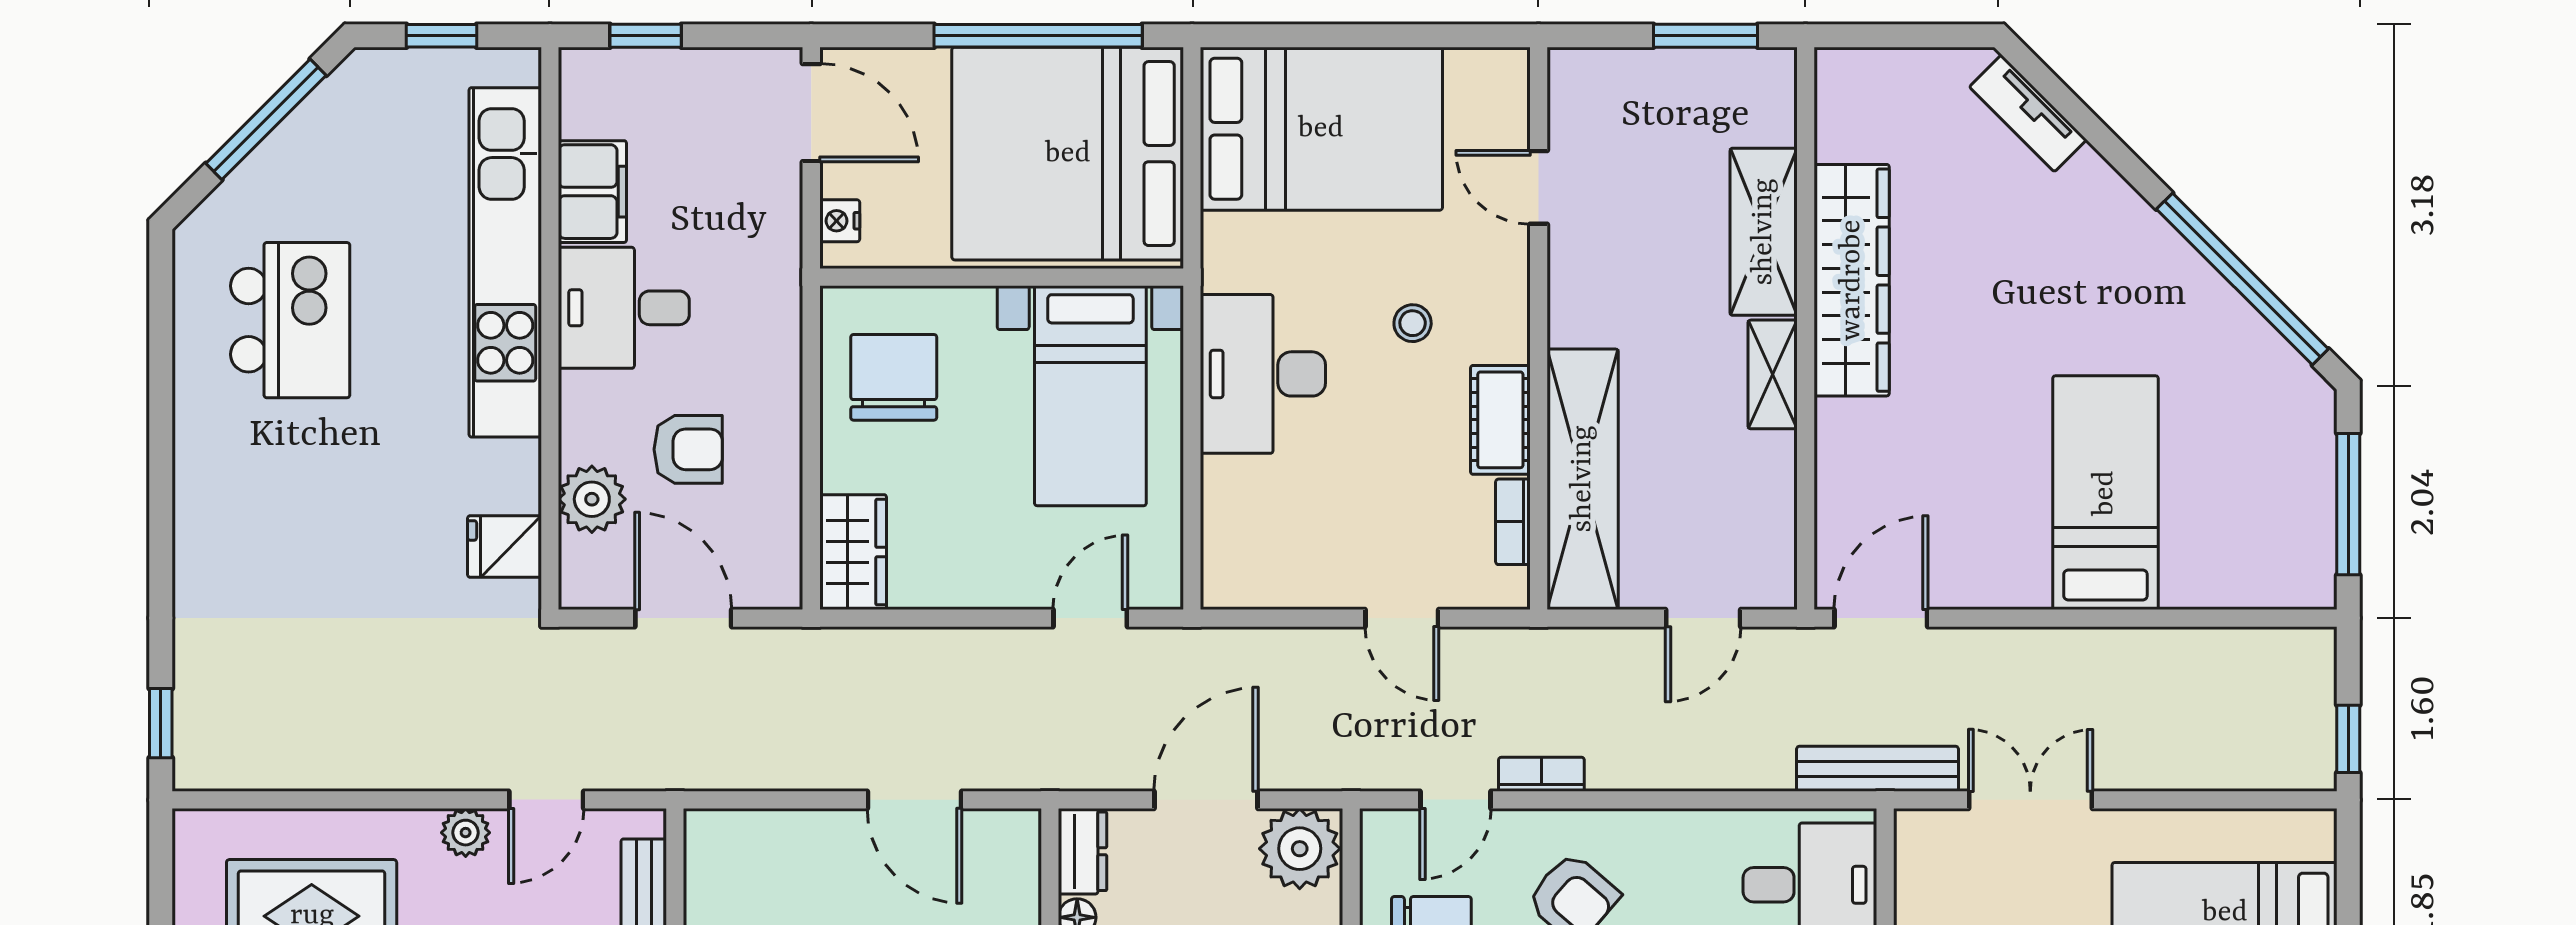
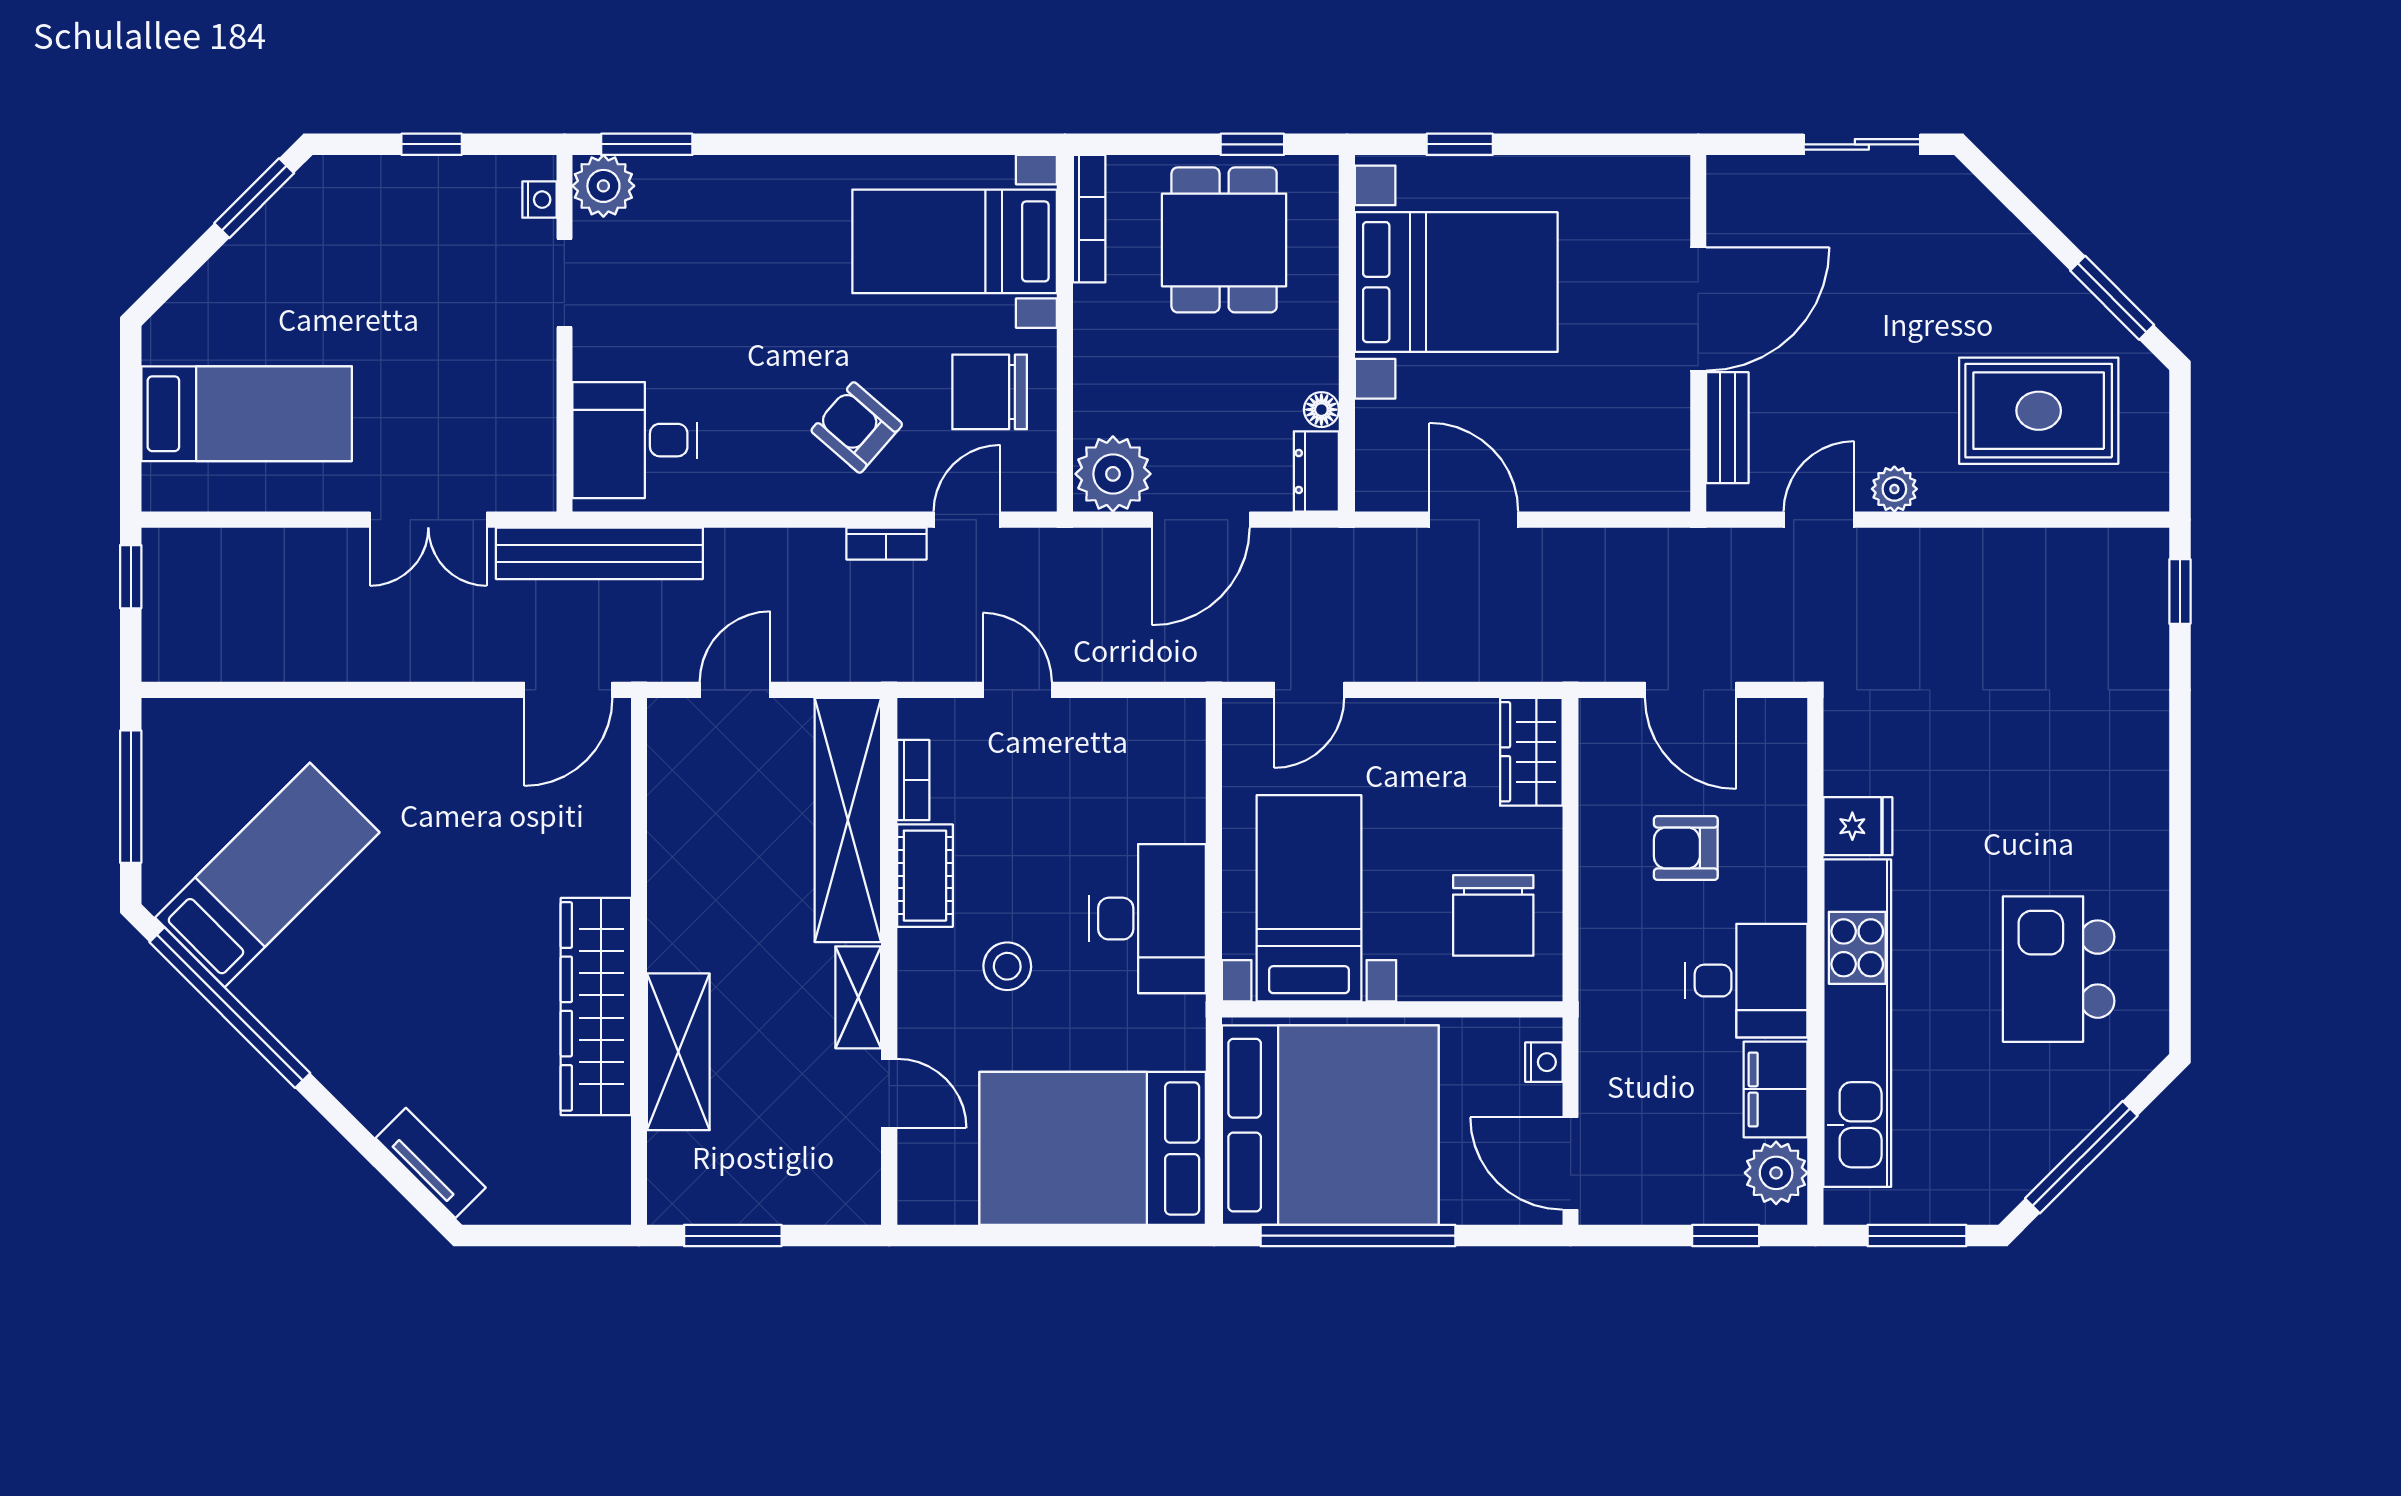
window: (441, 36) -> (1917, 1236), width x1.50
stool: (1413, 323) -> (1007, 966), width x1.37, depth x1.37
shelving: (1773, 374) -> (858, 997), moved
bed: (2105, 493) -> (267, 875), moved, turned -135
plant: (592, 499) -> (1776, 1173), moved
fridge: (505, 547) -> (1858, 826), moved
bench: (1878, 769) -> (599, 553), width x1.37, depth x1.21

